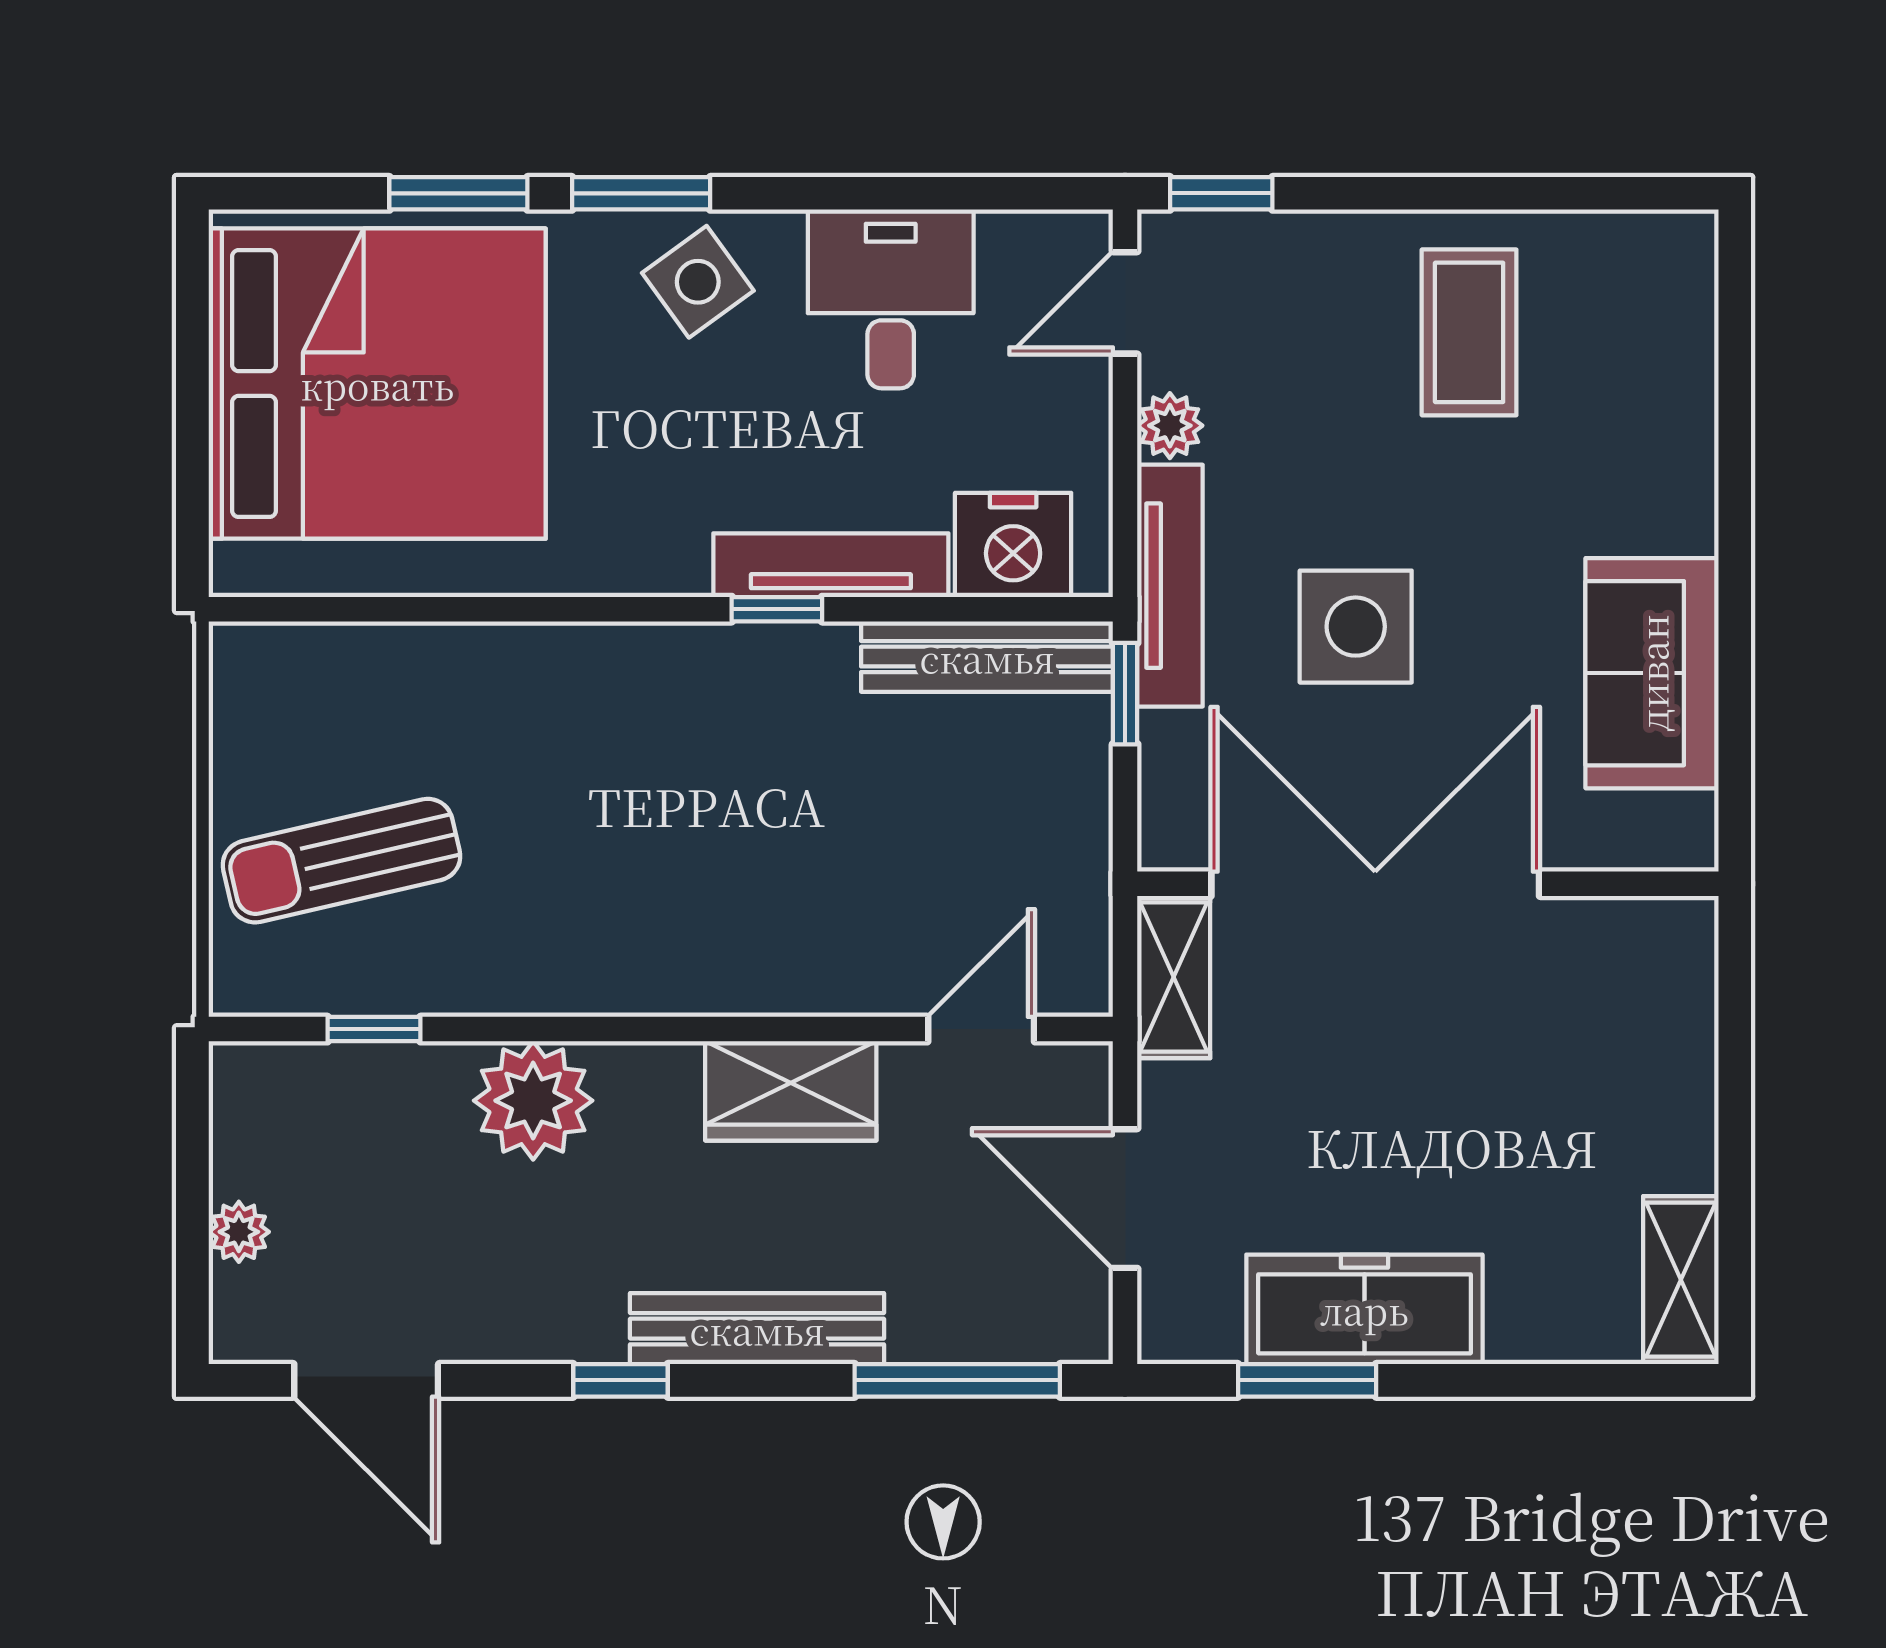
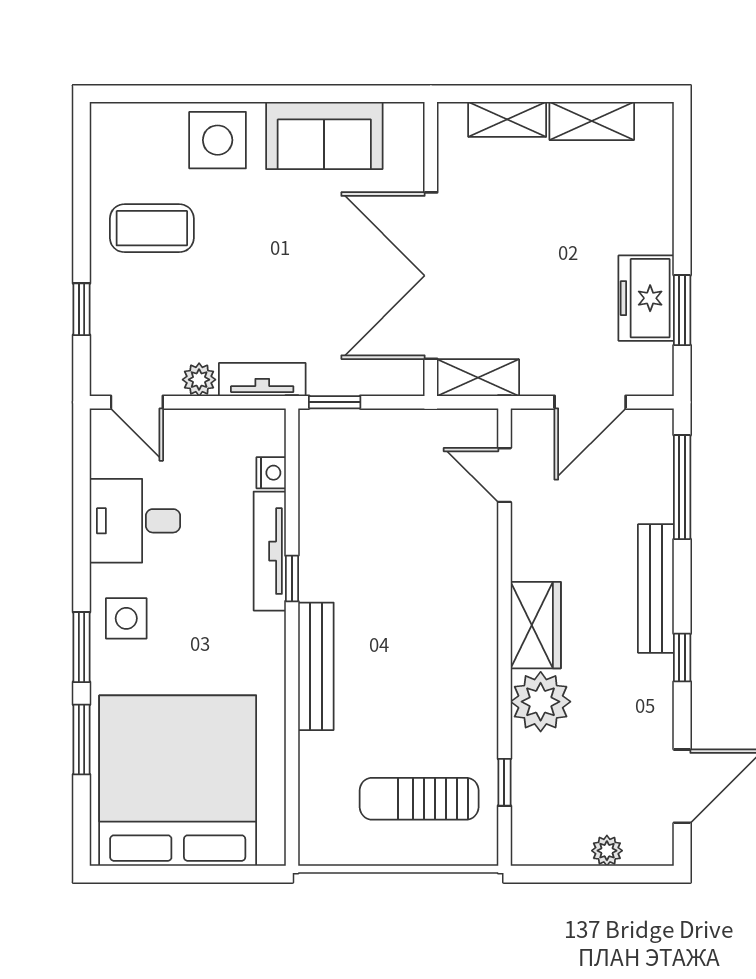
window: (1221, 193) -> (81, 309), moved
side table: (698, 282) -> (126, 618), turned 36
nightstand: (1013, 545) -> (271, 473), width x0.53, depth x0.56
tv unit: (1170, 586) -> (262, 380), width x0.71
side table: (1356, 627) -> (218, 140), moved
bench: (987, 657) -> (316, 666), moved
sun lounger: (341, 861) -> (419, 799), turned 103
shelving: (1684, 1035) -> (507, 119), added
wardrobe: (791, 1091) -> (536, 625), moved
shelving: (1681, 1280) -> (592, 121), moved
freezer: (1364, 1309) -> (646, 298), width x0.71

